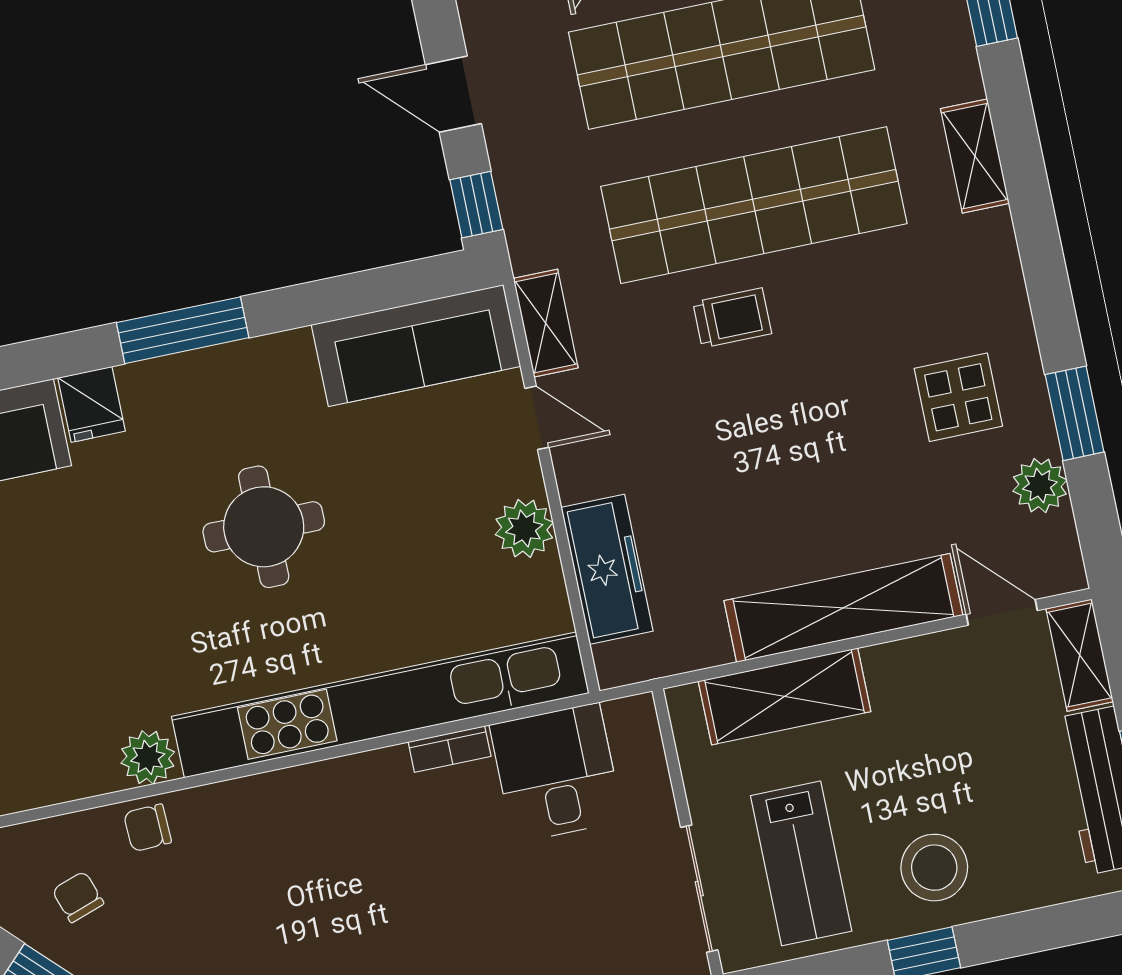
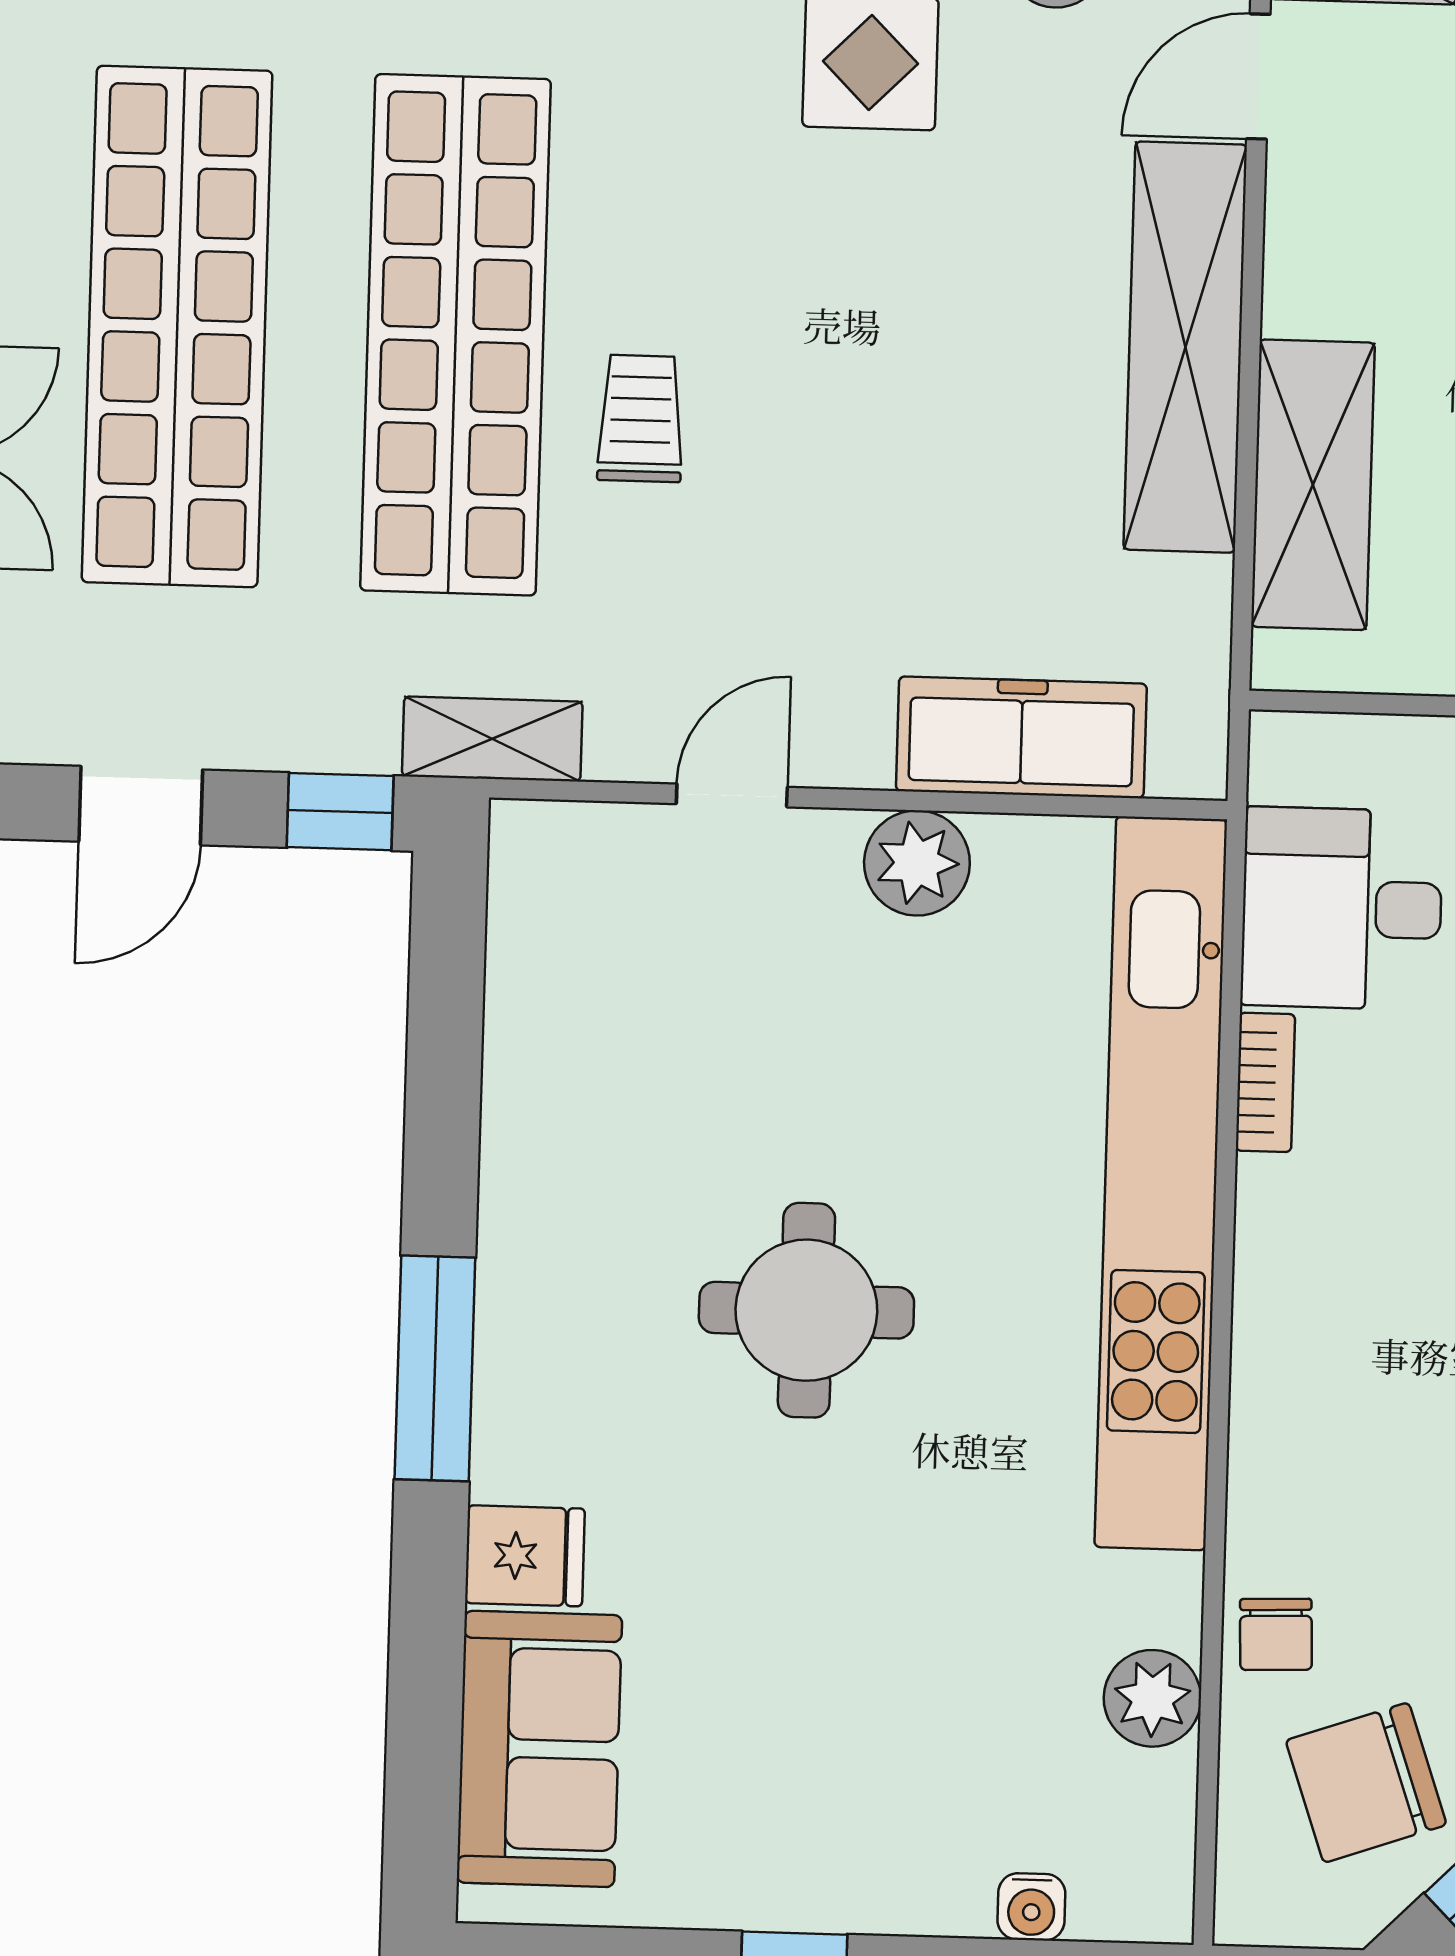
shelving: (546, 323) -> (492, 739), moved
sofa: (416, 346) -> (558, 974), removed
plant: (148, 757) -> (1152, 1698), moved
chair: (78, 897) -> (1366, 1783), width x1.87, depth x1.87

